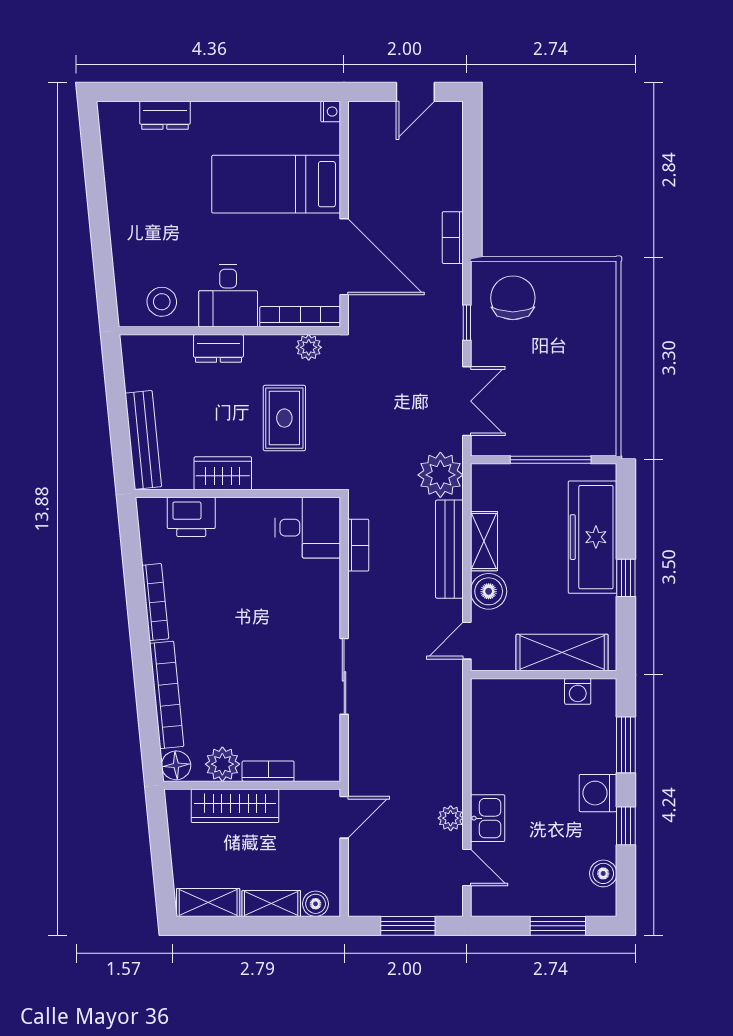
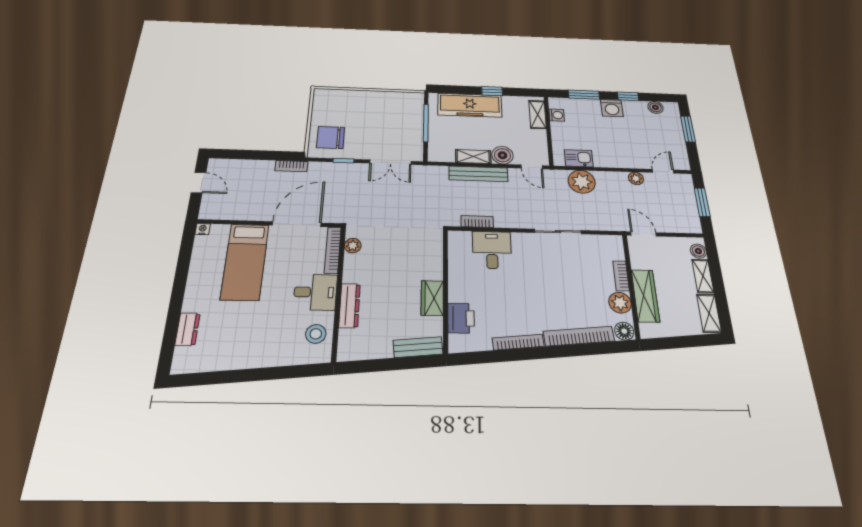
dresser: (218, 348) -> (349, 306), width x1.44
double door: (467, 401) -> (390, 162), swing flipped
rug: (284, 418) -> (397, 261), removed
bench: (143, 440) -> (418, 347), width x0.73
plant: (440, 475) -> (582, 182), moved
desk: (308, 528) -> (492, 250), moved
shelving: (562, 653) -> (538, 115), width x0.67, depth x0.75
kitchen sink: (488, 818) -> (579, 158), moved

